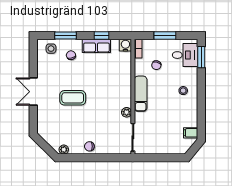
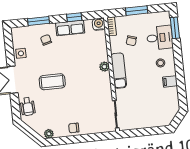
side table: (51, 49) -> (21, 53), moved
desk: (185, 55) -> (160, 38), moved
plant: (127, 112) -> (104, 67), moved
wheelchair: (46, 120) -> (28, 106), added
filing cabinet: (191, 133) -> (170, 81), moved

